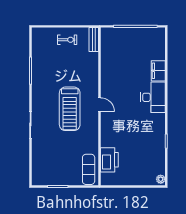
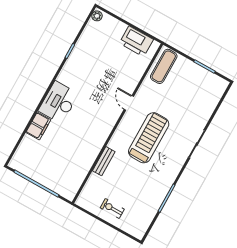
bench: (94, 40) -> (104, 161), moved
door: (99, 105) -> (129, 103), moved
printer: (109, 160) -> (136, 41), moved, turned -90

